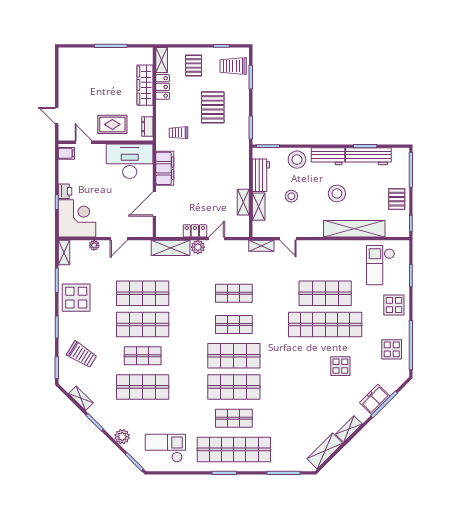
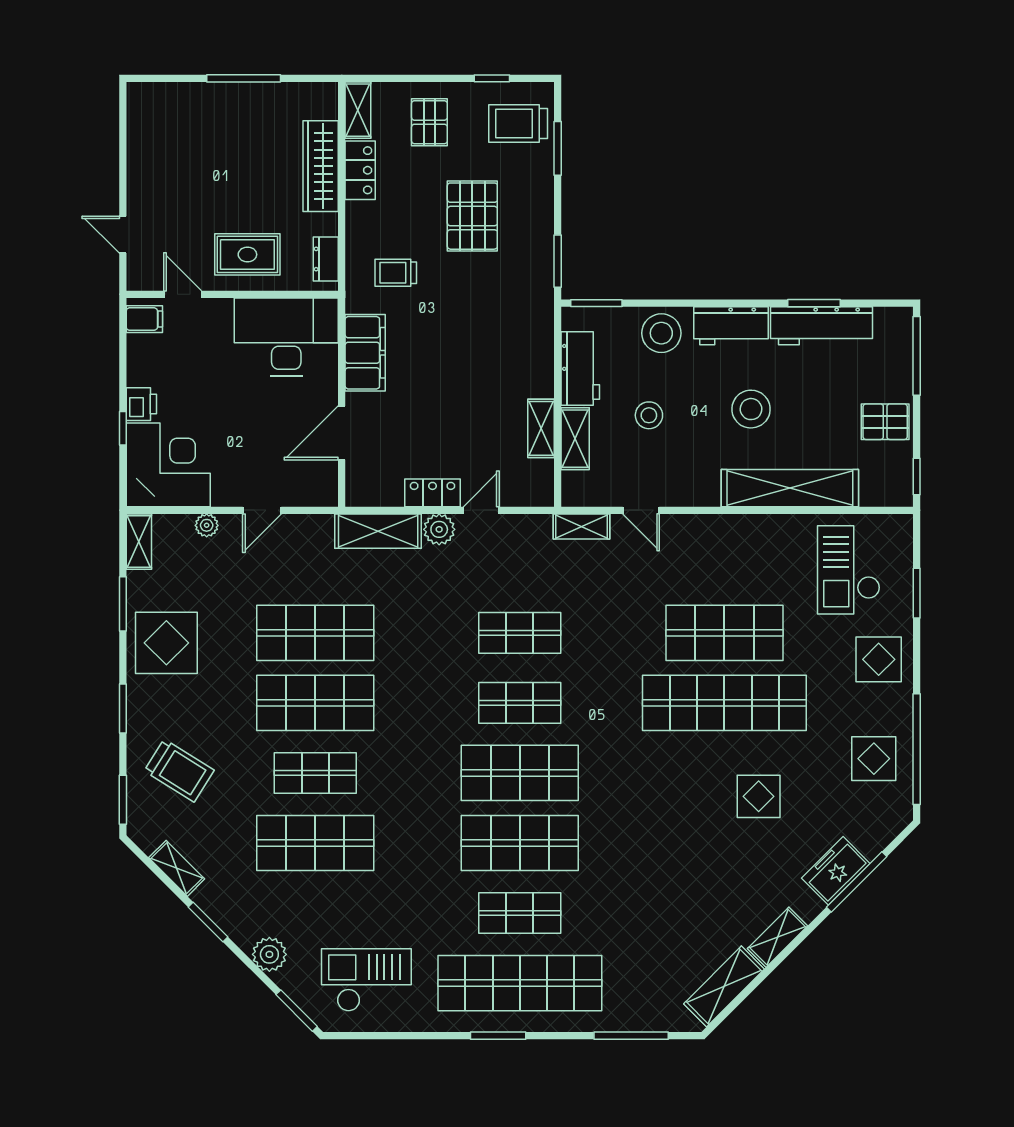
pallet: (397, 199) -> (885, 422), turned 90

